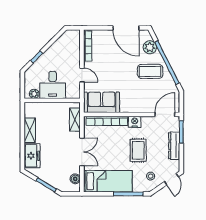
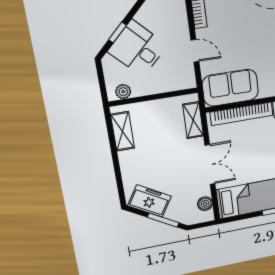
desk: (53, 85) -> (138, 48), moved, turned 135
shelving: (30, 130) -> (123, 131), moved
freezer: (32, 156) -> (150, 201), moved, turned -59

